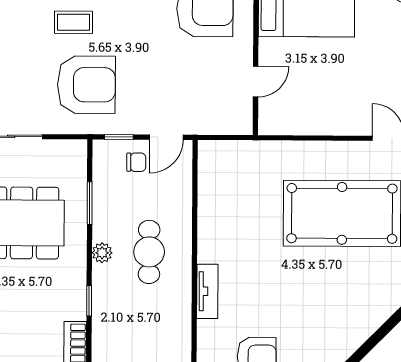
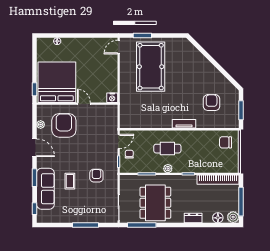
door: (256, 82) -> (84, 104), moved
armchair: (86, 85) -> (96, 176), width x0.53, depth x0.53
nightstand: (269, 123) -> (112, 98), added
door: (166, 137) -> (119, 141), hinge flipped

